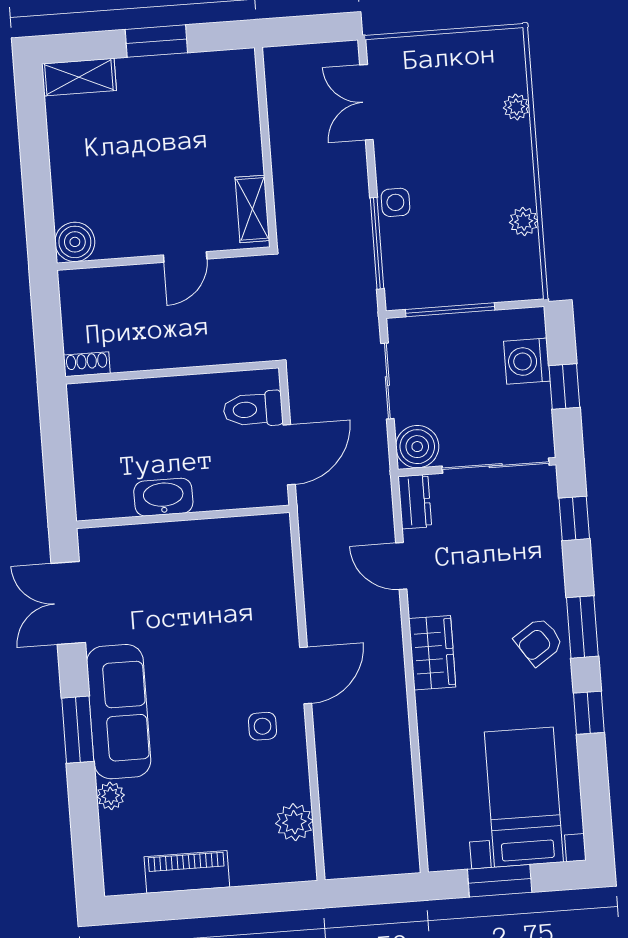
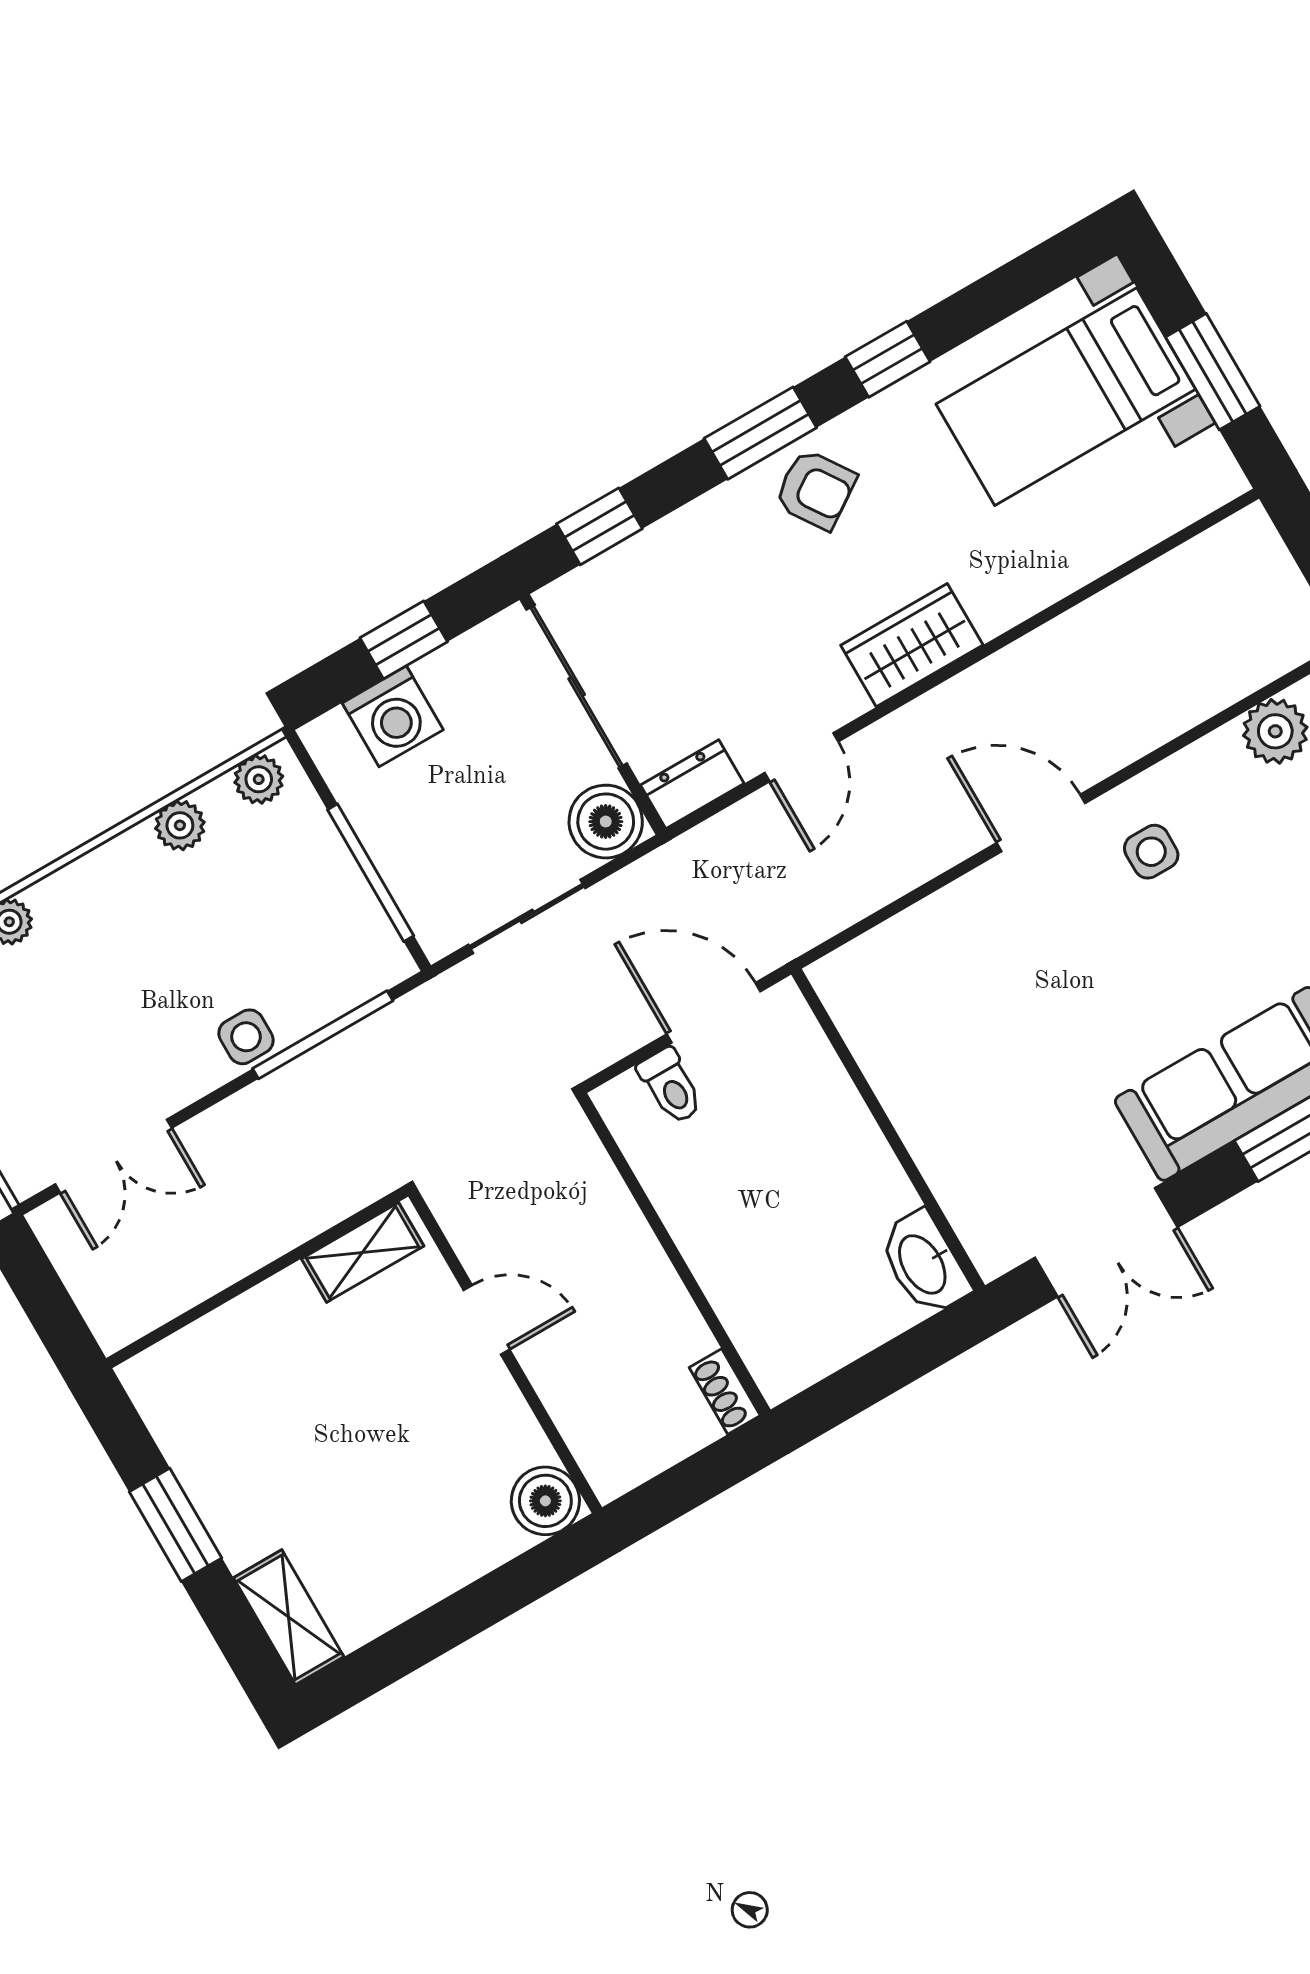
plant: (528, 275) -> (259, 779), added
toilet: (253, 409) -> (671, 1086), width x0.73, depth x0.72
washbasin: (163, 497) -> (924, 1264), moved

